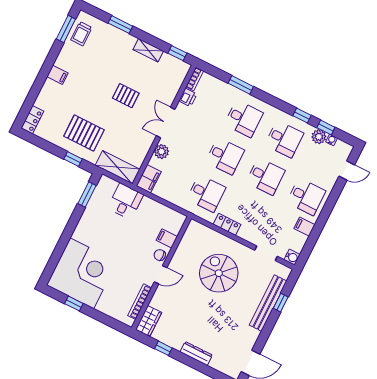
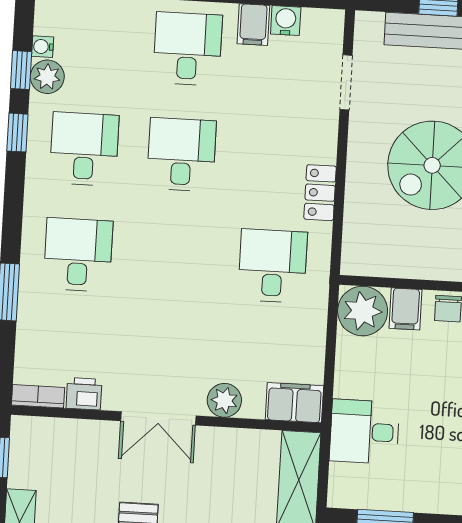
desk: (225, 156) -> (175, 260), removed
plant: (173, 221) -> (363, 311), added
water cooler: (292, 257) -> (286, 21), moved

